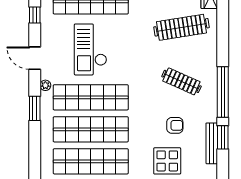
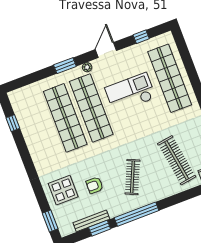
armchair: (175, 125) -> (95, 185), turned 90
shop shelf: (91, 161) -> (39, 128), removed

